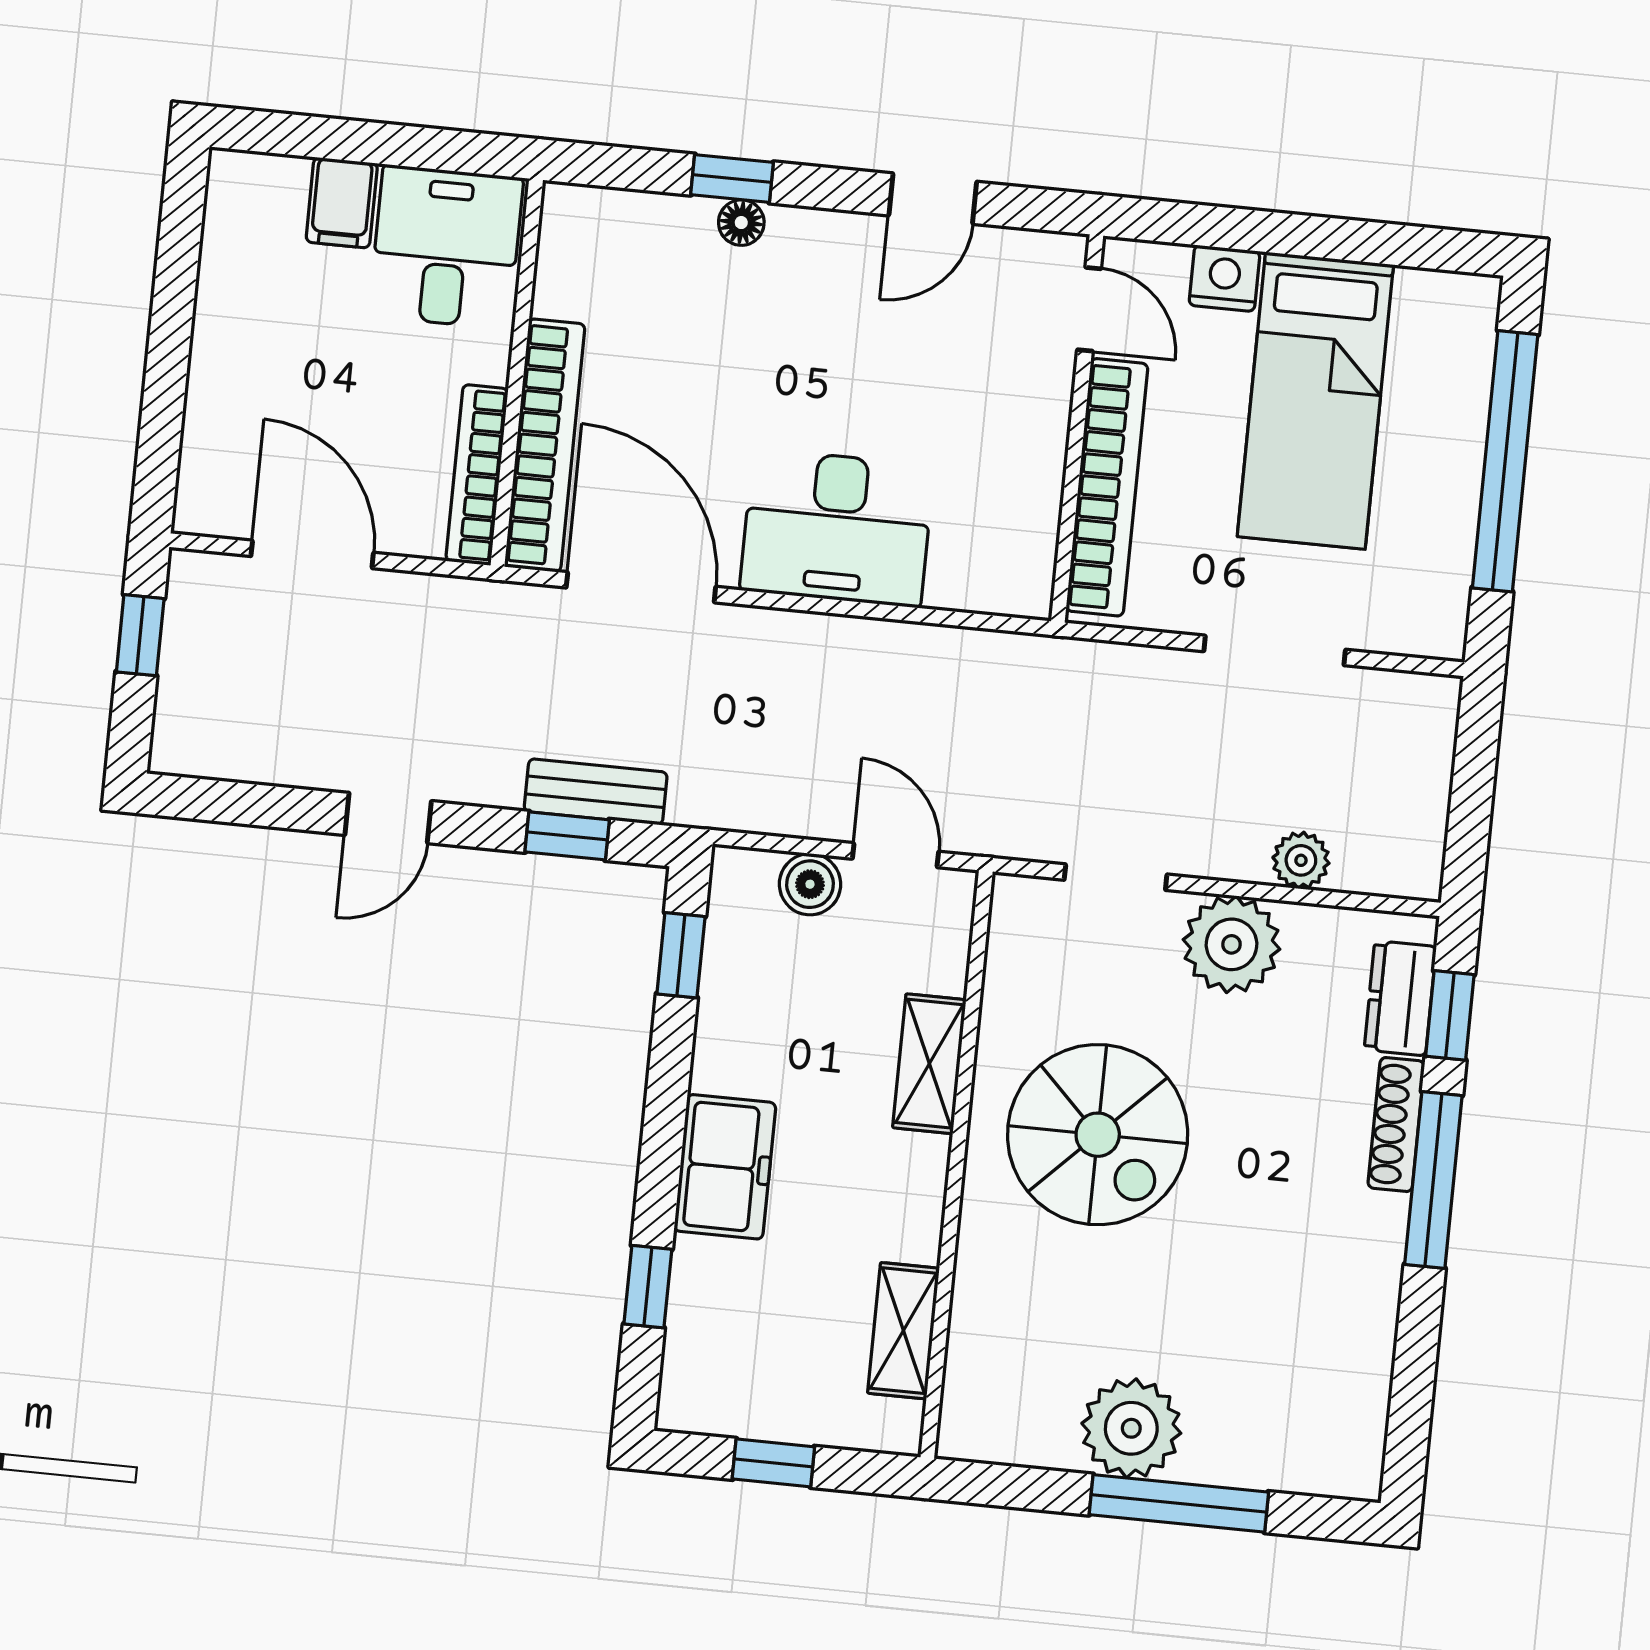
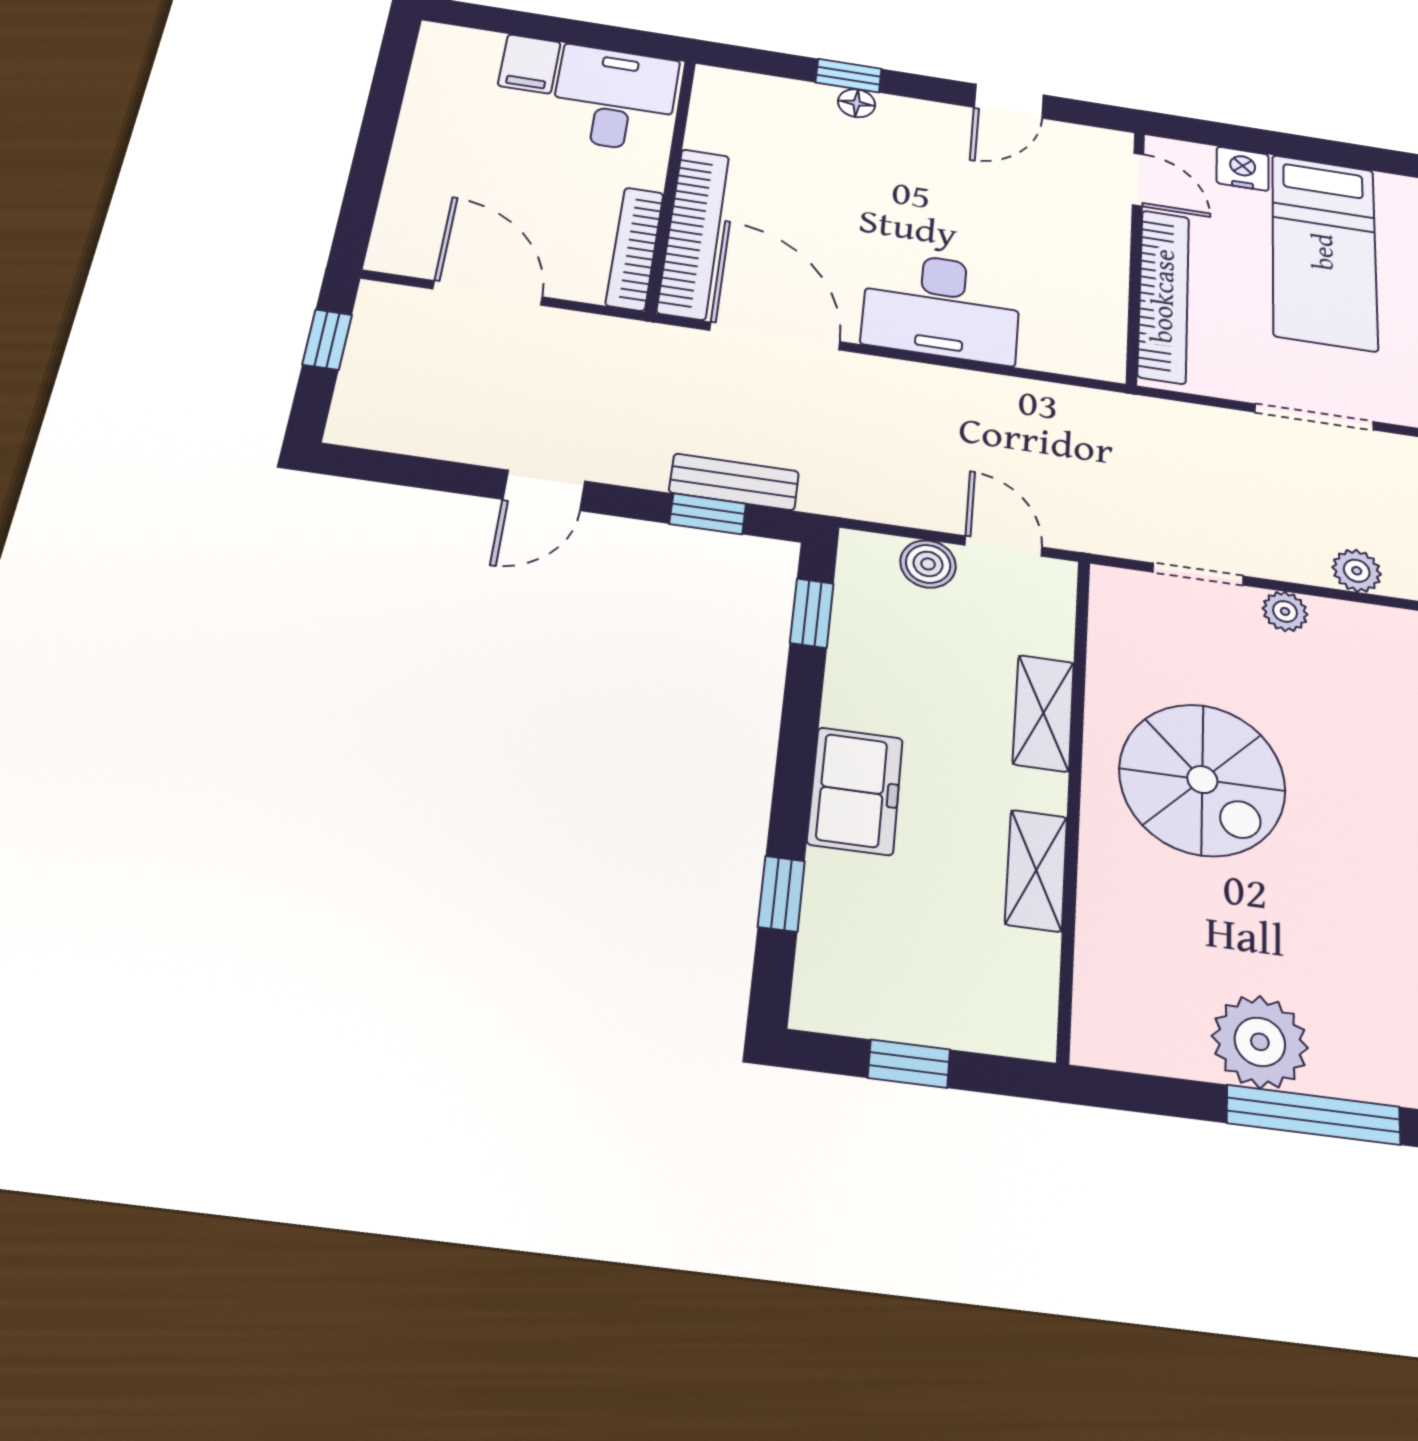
plant: (1231, 944) -> (1285, 611), width x0.53, depth x0.53
shelving: (903, 1331) -> (1036, 870), moved

